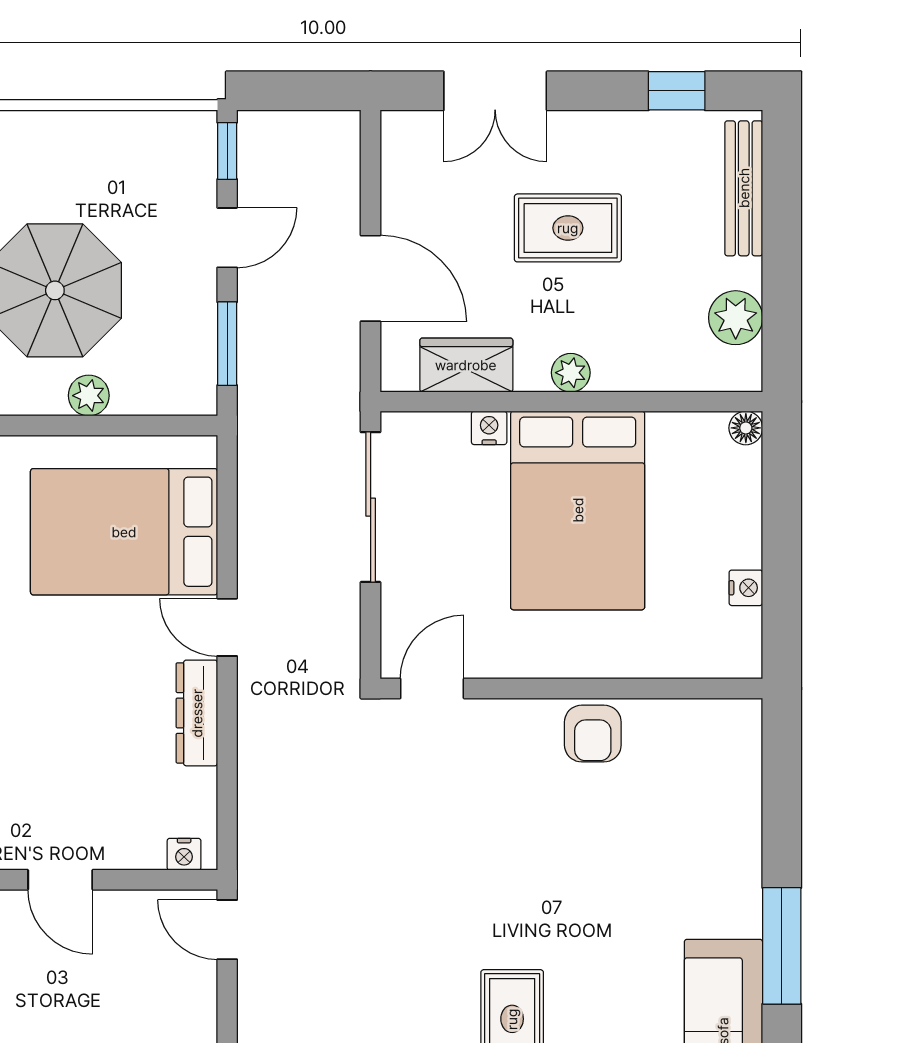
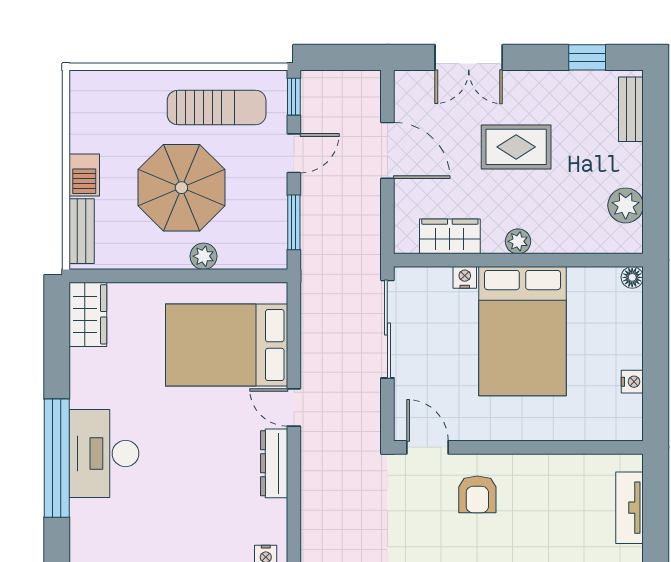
sun lounger: (109, 168) -> (217, 107), added
bench: (744, 188) -> (631, 109), width x0.73
door: (371, 278) -> (387, 150), moved
door: (432, 688) -> (428, 447), hinge flipped
armchair: (593, 734) -> (477, 494), moved
tv unit: (742, 781) -> (629, 508), added

